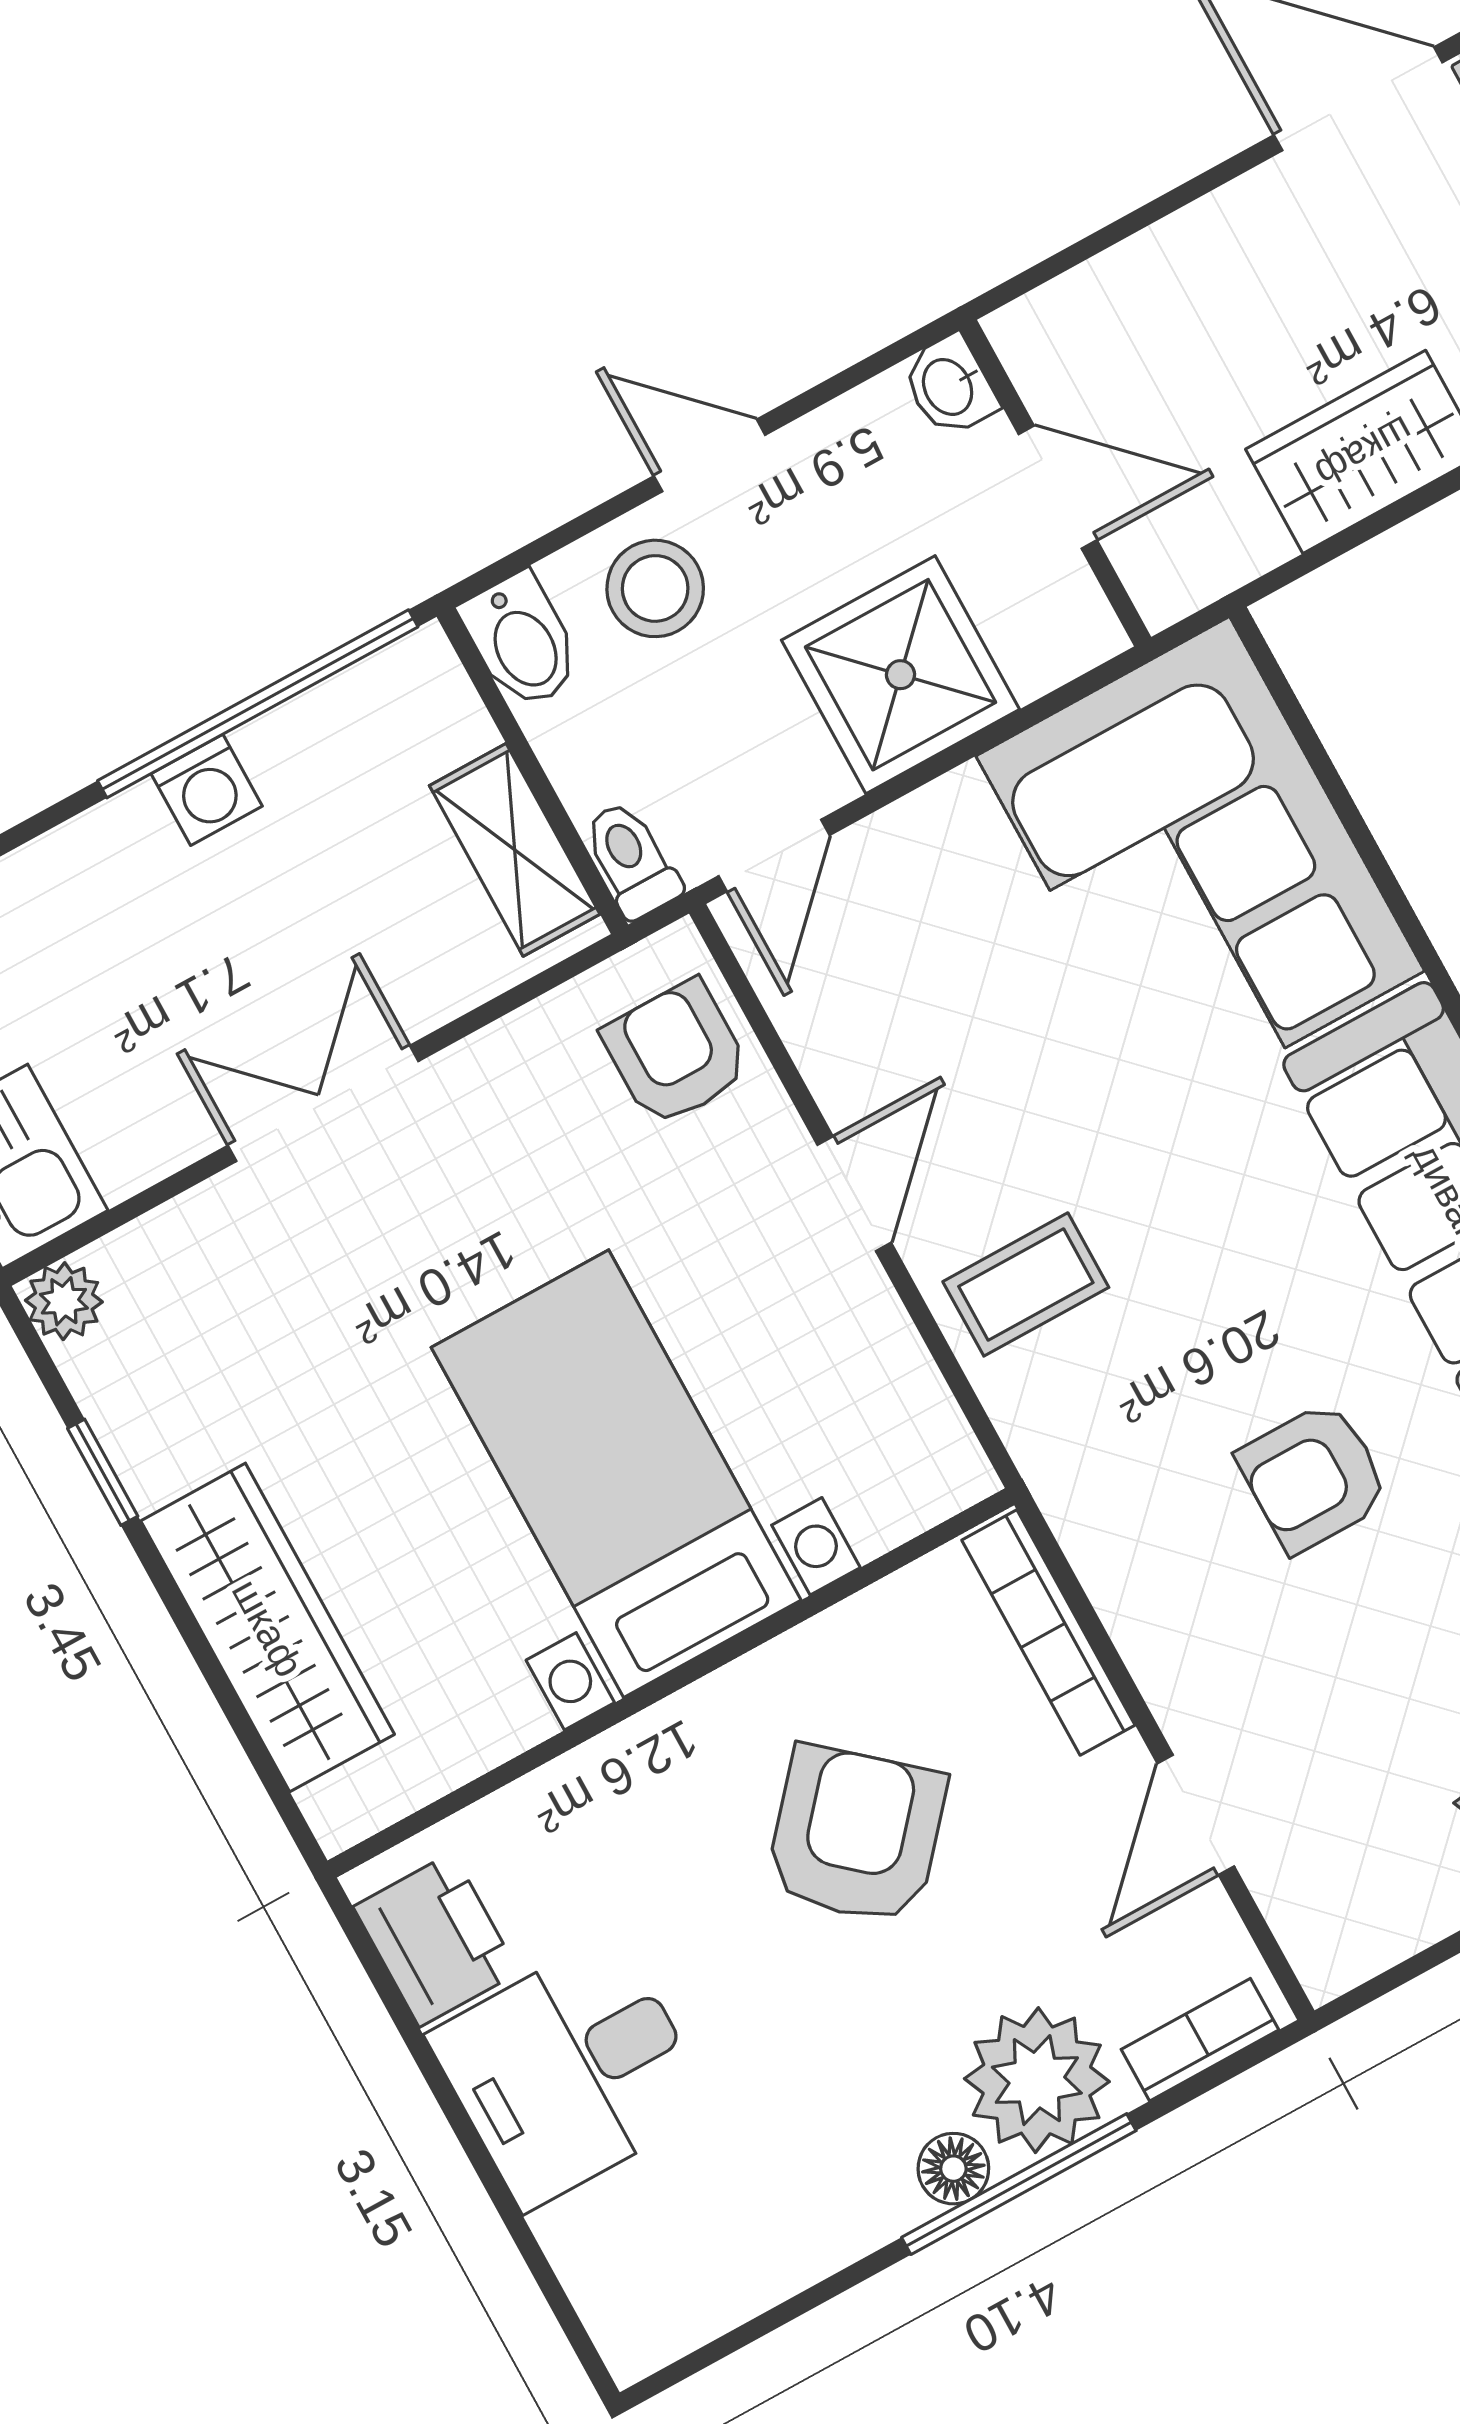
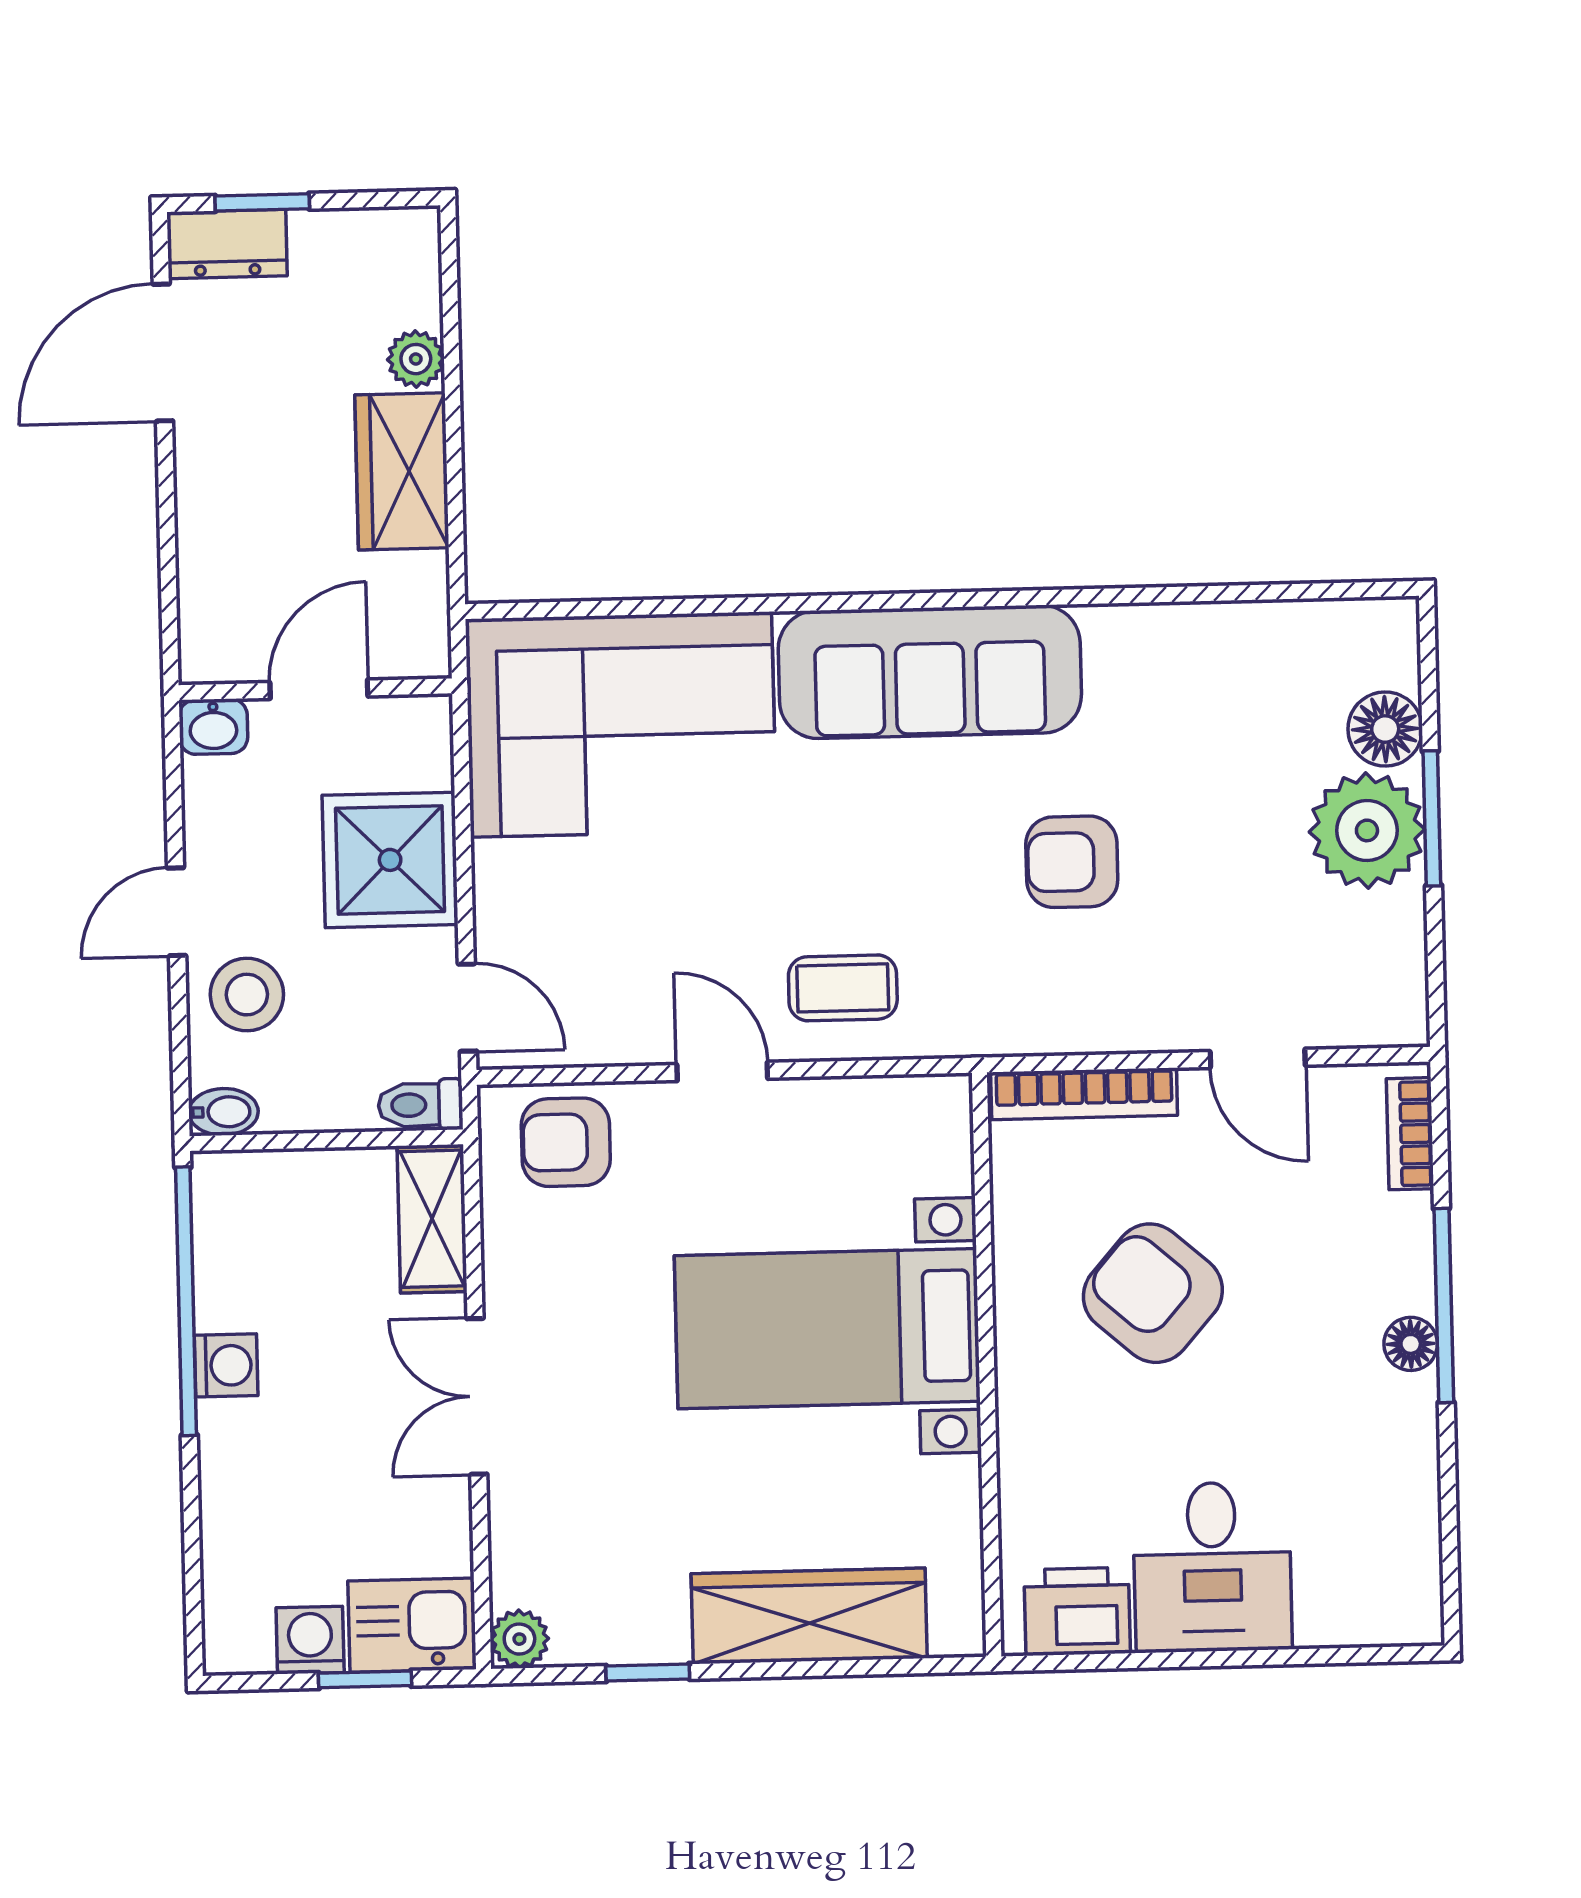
bidet: (521, 641) -> (223, 1112), width x0.72, depth x0.74
shelving: (515, 850) -> (432, 1219), moved, turned 90
coffee table: (1026, 1284) -> (843, 988), turned 90
armchair: (1313, 1477) -> (1072, 862), turned 90
plant: (1037, 2080) -> (1380, 1257), removed

